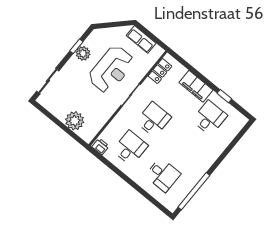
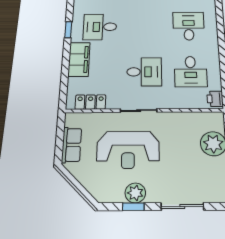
reception desk: (111, 69) -> (128, 150), turned 180
sliding door: (48, 81) -> (182, 206), moved
desk: (154, 119) -> (144, 72), turned 180
desk: (130, 148) -> (191, 71), turned -90

